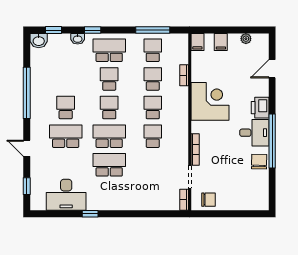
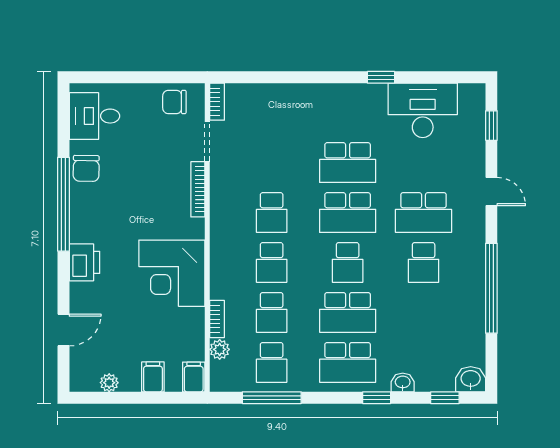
plant: (183, 58) -> (220, 349), added
school desk: (109, 79) -> (348, 312), width x1.85
desk: (254, 133) -> (94, 116), moved

